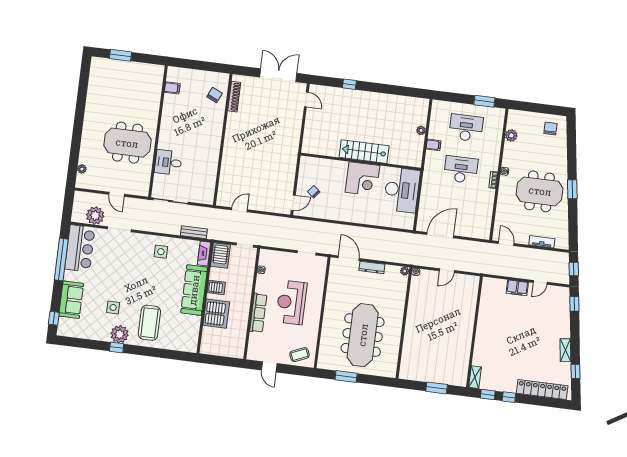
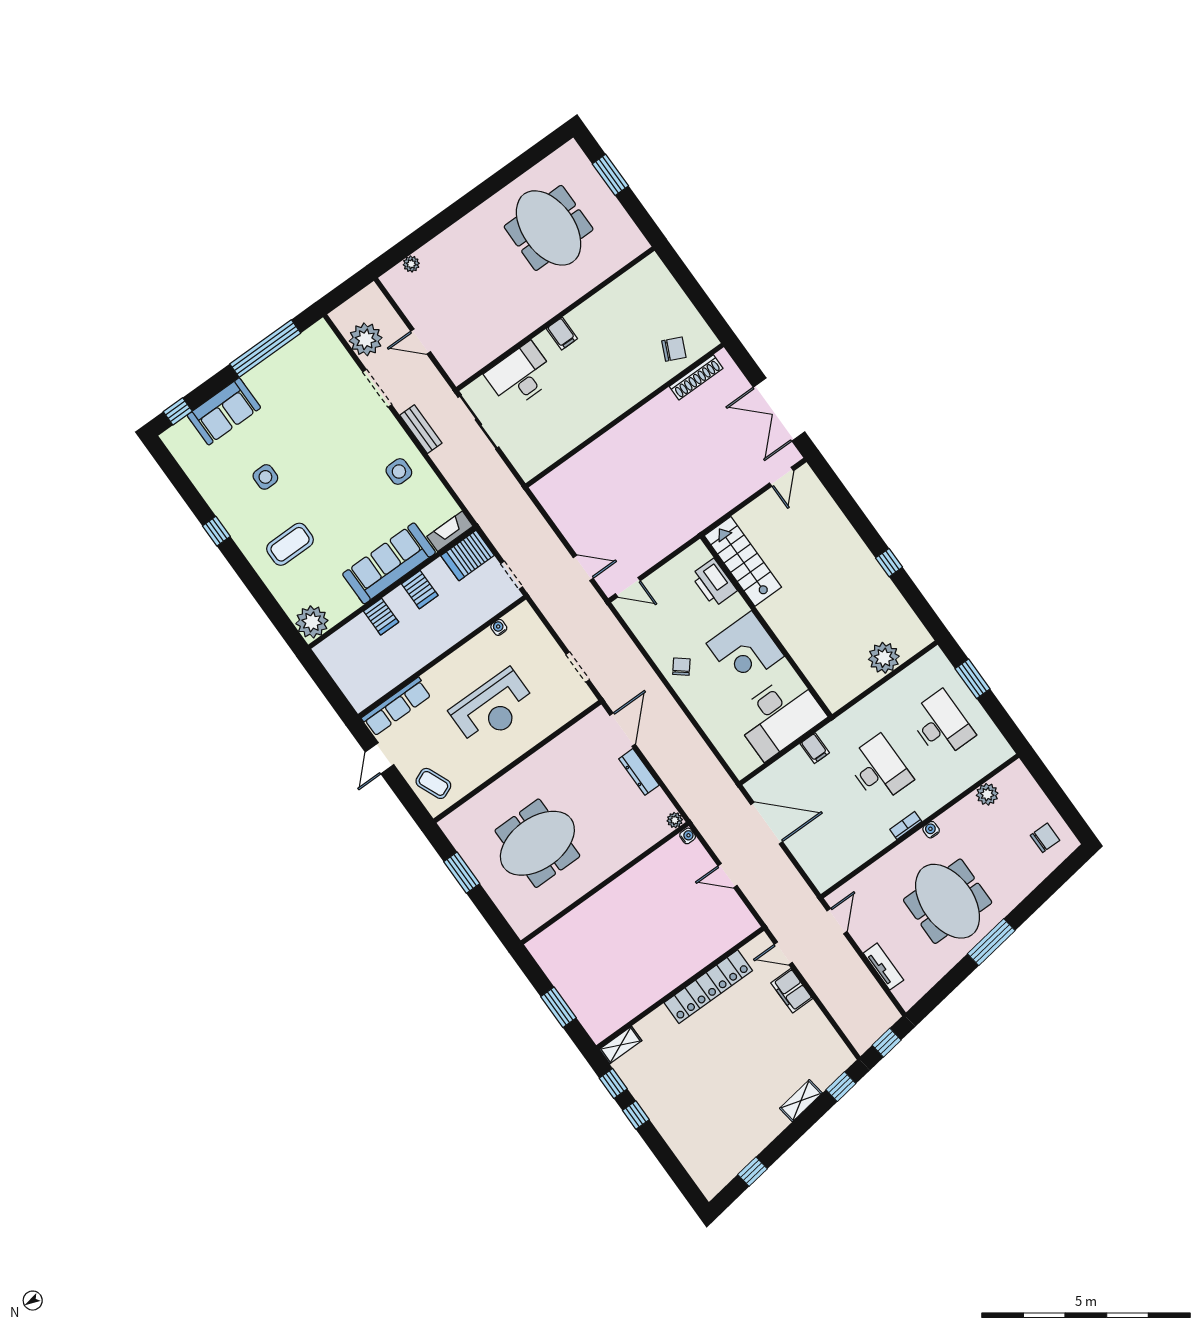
double door: (278, 75) -> (779, 410), swing flipped
window: (349, 84) -> (889, 563), moved
filing cabinet: (172, 88) -> (562, 334), moved
window: (484, 101) -> (973, 679), moved
plant: (421, 130) -> (884, 658), width x1.88, depth x1.88
meeting table: (127, 143) -> (549, 228), moved
filing cabinet: (434, 145) -> (815, 748), moved
stairs: (364, 152) -> (743, 561), moved
desk: (168, 162) -> (520, 376), width x1.37
printer: (324, 166) -> (714, 583), added
window: (572, 189) -> (991, 942), width x1.44
chair: (314, 192) -> (681, 667), moved
door: (117, 194) -> (421, 341), hinge flipped
door: (240, 210) -> (583, 568), moved
bench: (194, 232) -> (421, 429), moved
bar counter: (80, 248) -> (303, 360), removed
door: (540, 282) -> (783, 953), moved
reception desk: (291, 302) -> (493, 708), turned 180
row of seats: (258, 313) -> (396, 707), moved
server rack: (216, 314) -> (381, 617), width x0.46, depth x0.70
coffee table: (149, 323) -> (290, 544), width x0.73, depth x0.76
plant: (120, 334) -> (312, 622), moved
meeting table: (363, 335) -> (537, 843), width x0.73
shelving: (565, 350) -> (801, 1101), moved
locker: (542, 390) -> (708, 987), moved, turned 90

